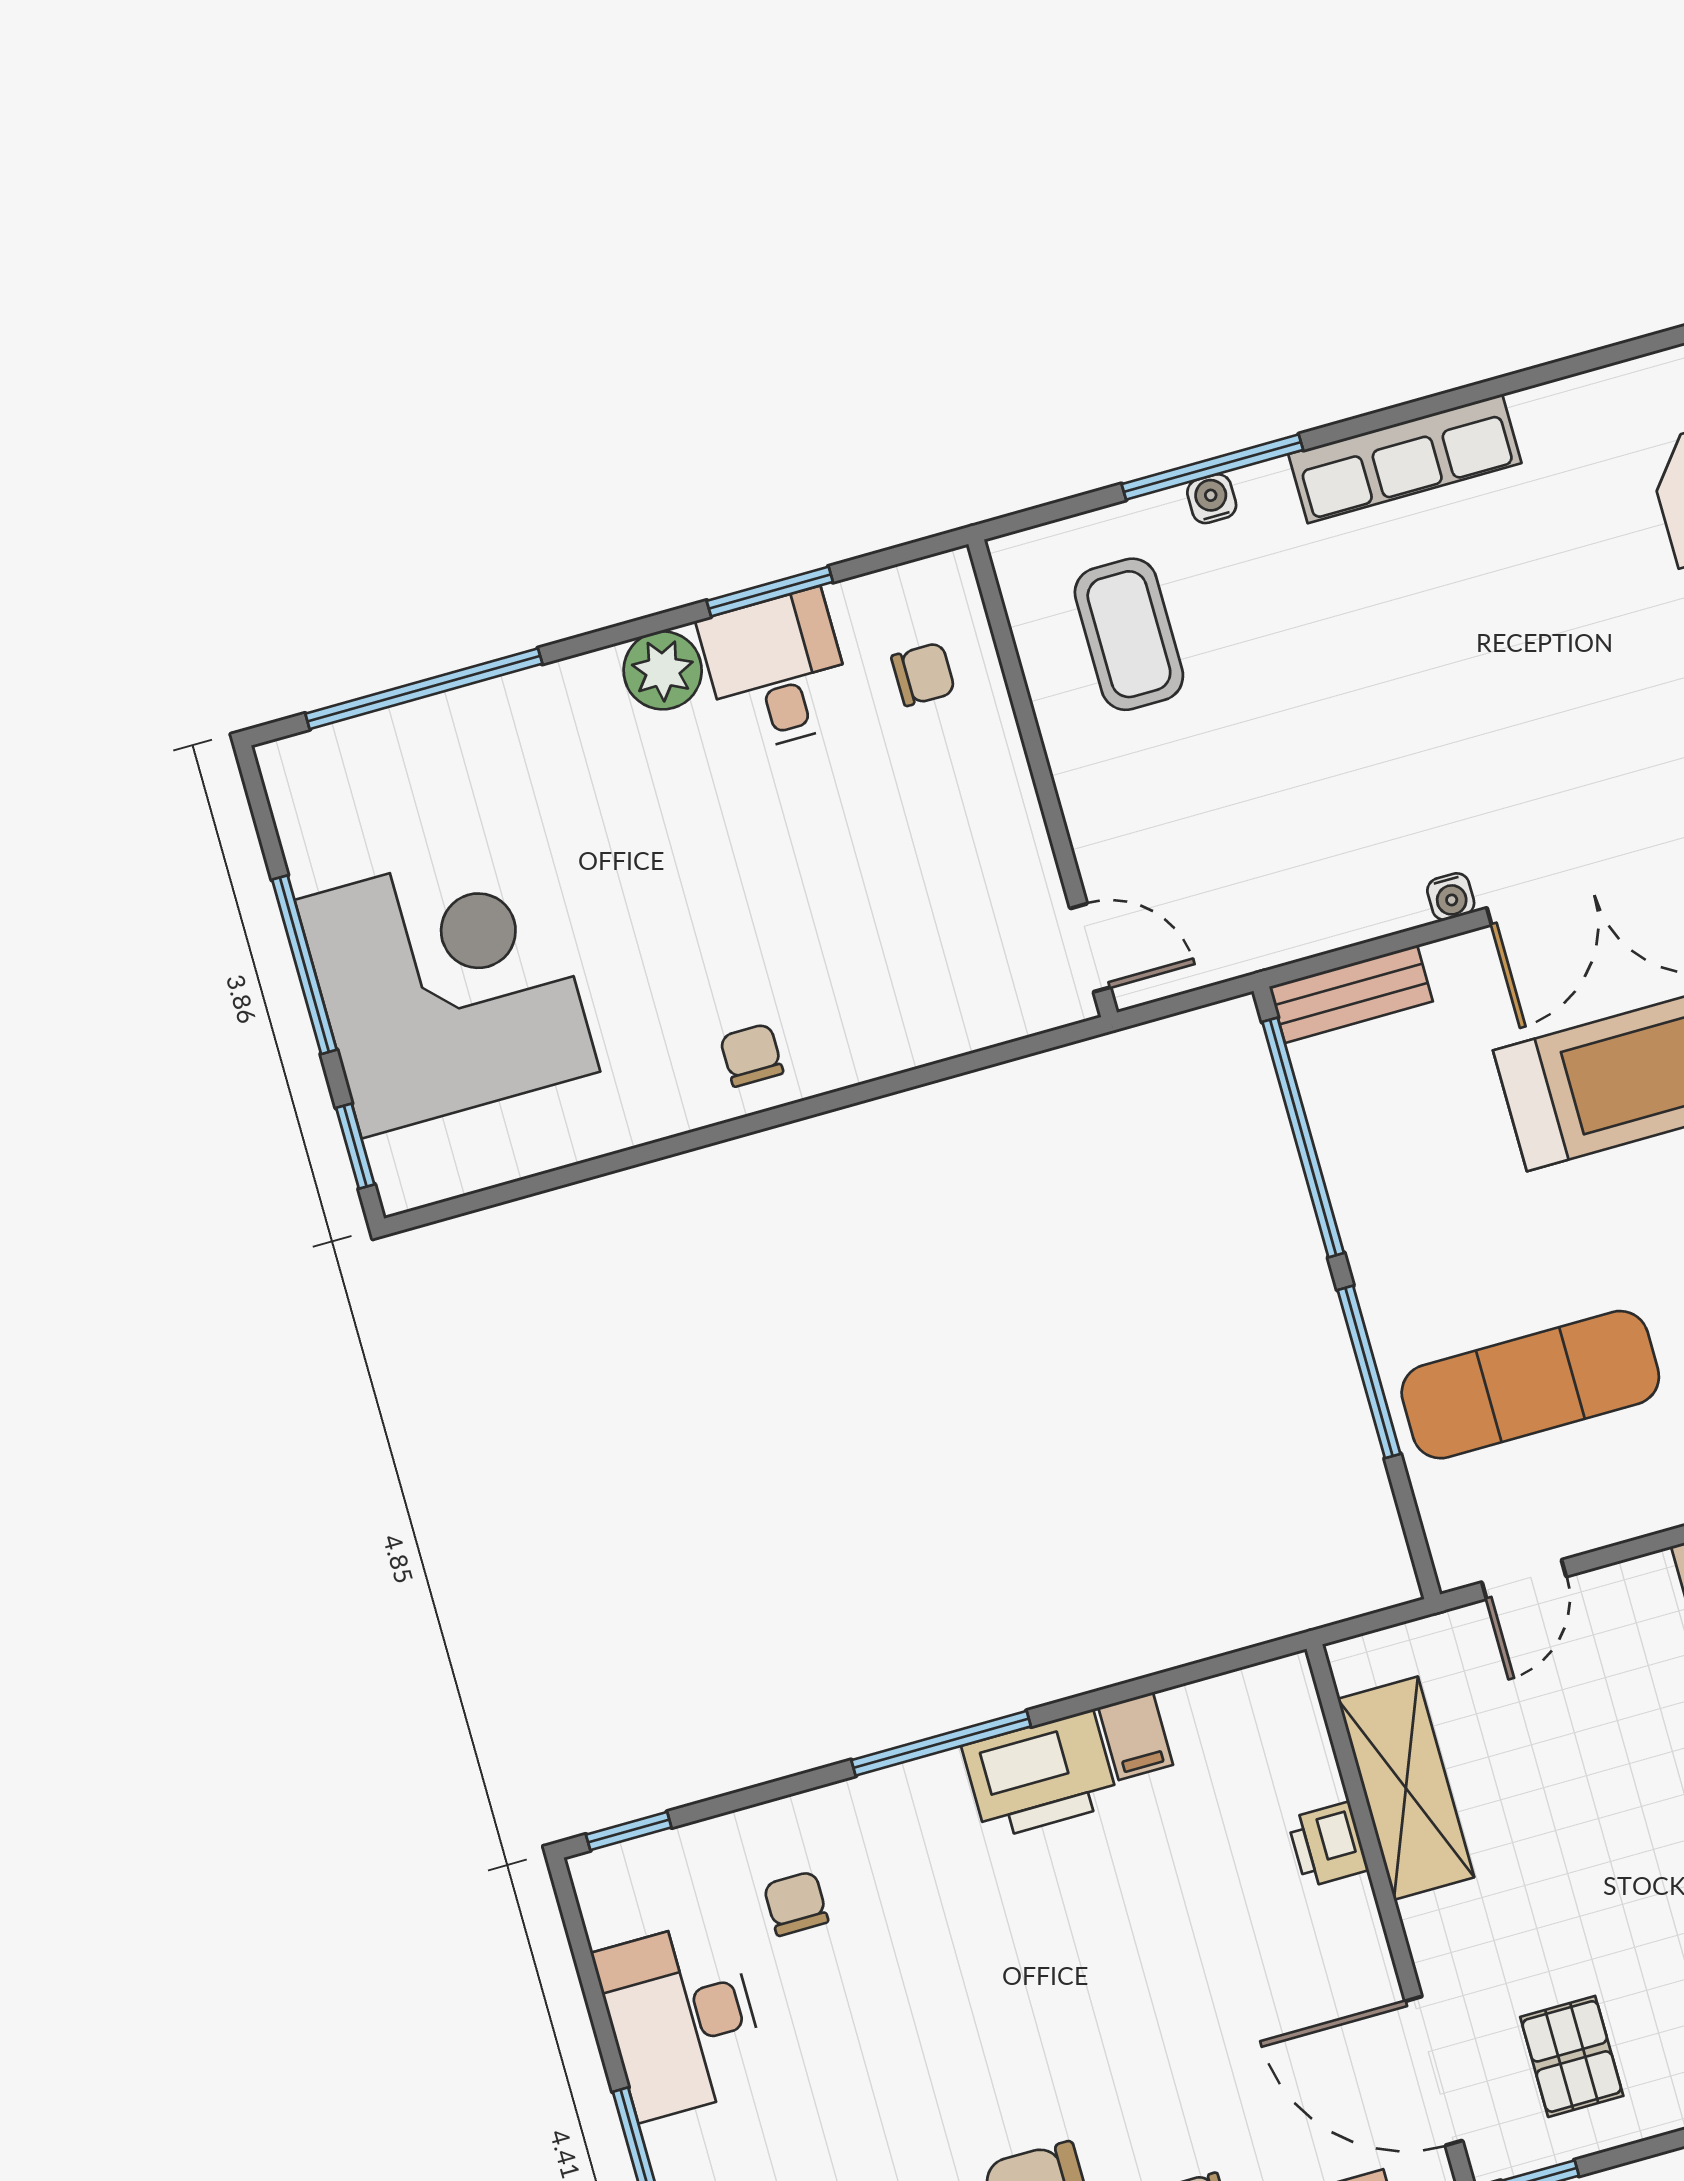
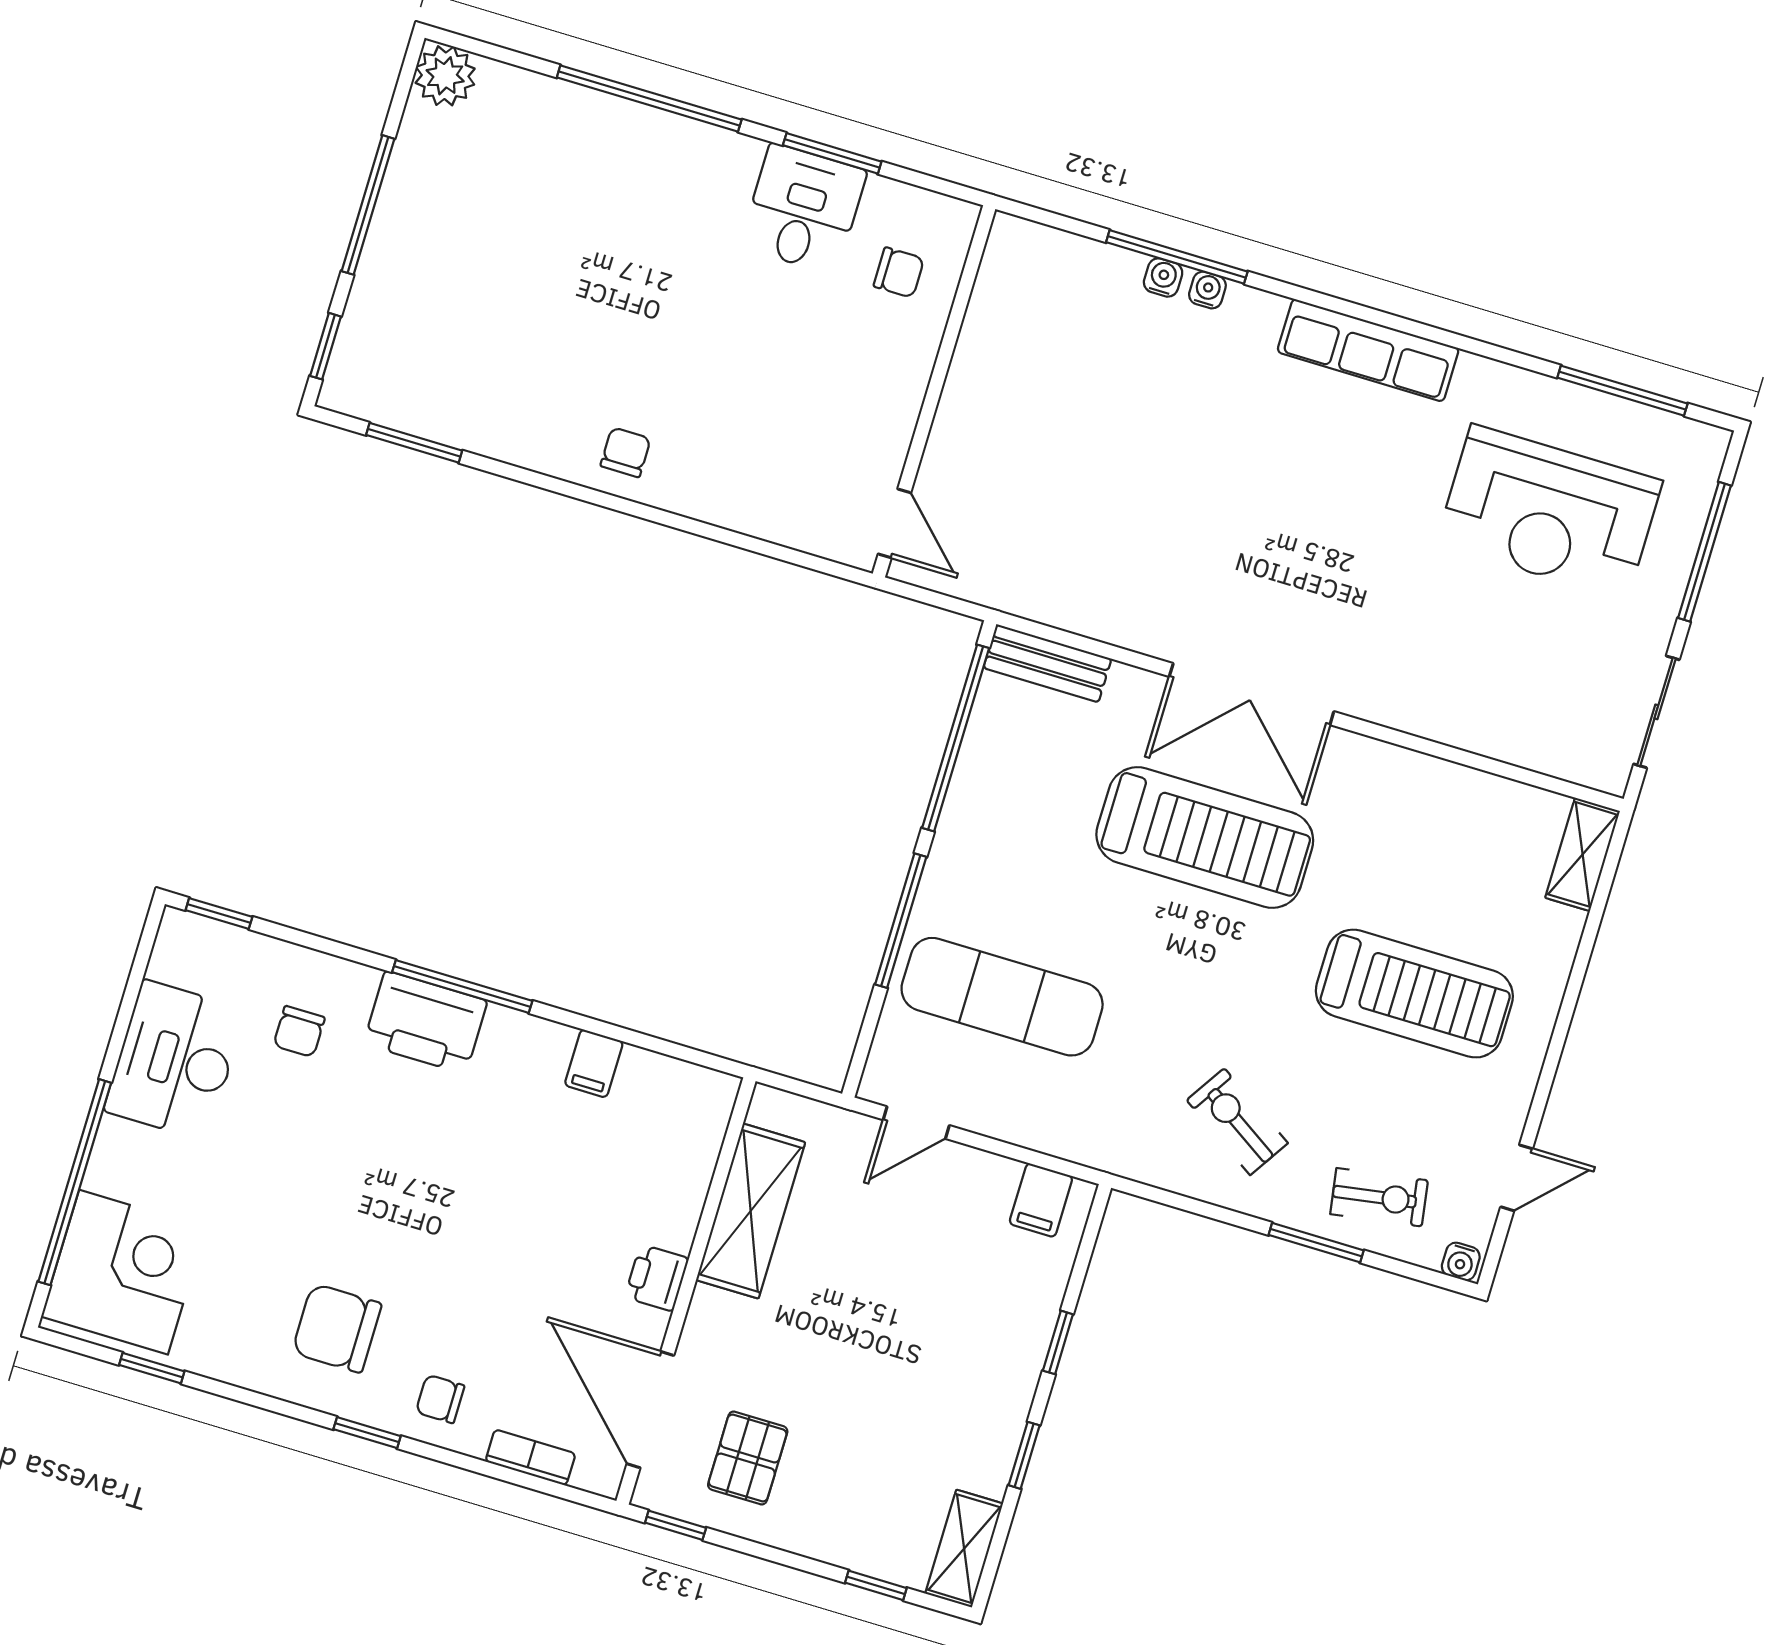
row of seats: (1405, 459) -> (1368, 350), moved
coffee table: (1129, 634) -> (1052, 332), removed
plant: (663, 670) -> (445, 76), moved
window: (424, 689) -> (649, 99), moved
water cooler: (1451, 897) -> (1207, 290), moved, turned 180
corner desk: (447, 986) -> (454, 279), removed
window: (517, 1190) -> (414, 443), added
printer: (1040, 1775) -> (425, 1022), moved
printer: (1328, 1844) -> (657, 1278), moved
chair: (796, 1904) -> (299, 1032), turned 180

